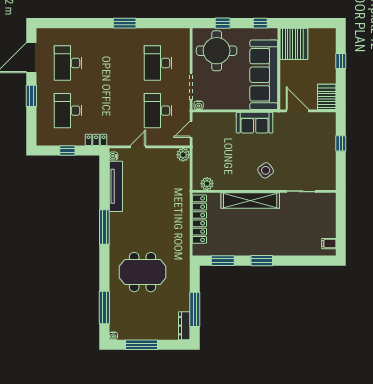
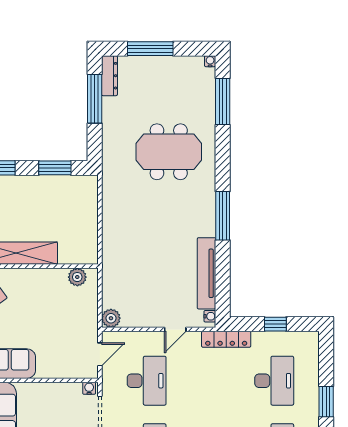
locker: (96, 140) -> (226, 339), width x1.53
locker: (199, 219) -> (88, 227), removed
window: (142, 345) -> (150, 49), moved

